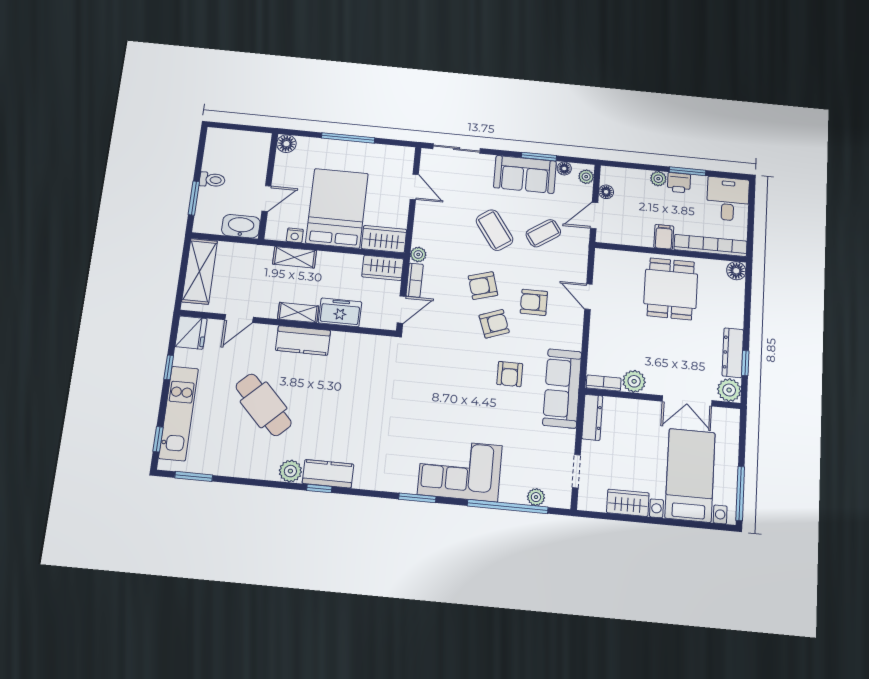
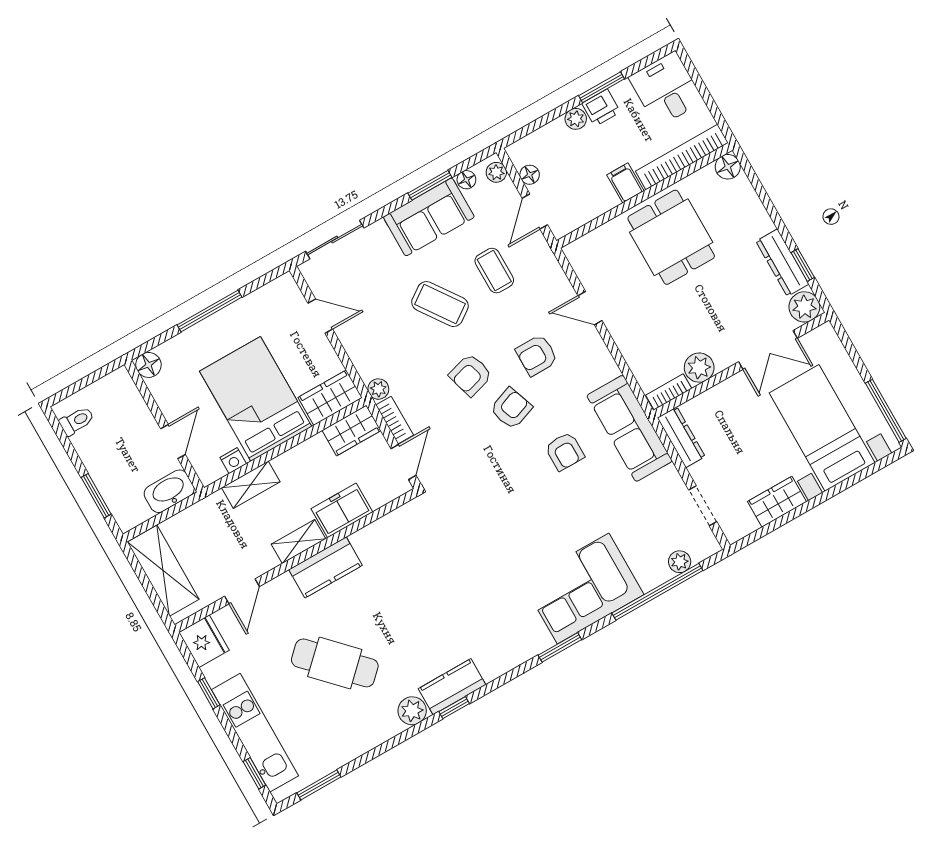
toilet: (212, 180) -> (77, 421), moved
coffee table: (543, 233) -> (494, 271), turned -56

